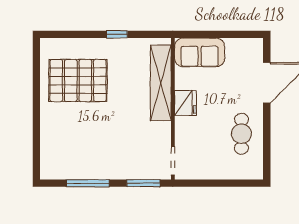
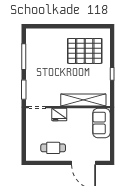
pallet: (78, 81) -> (85, 51), turned 90
fridge: (185, 103) -> (59, 115), moved

